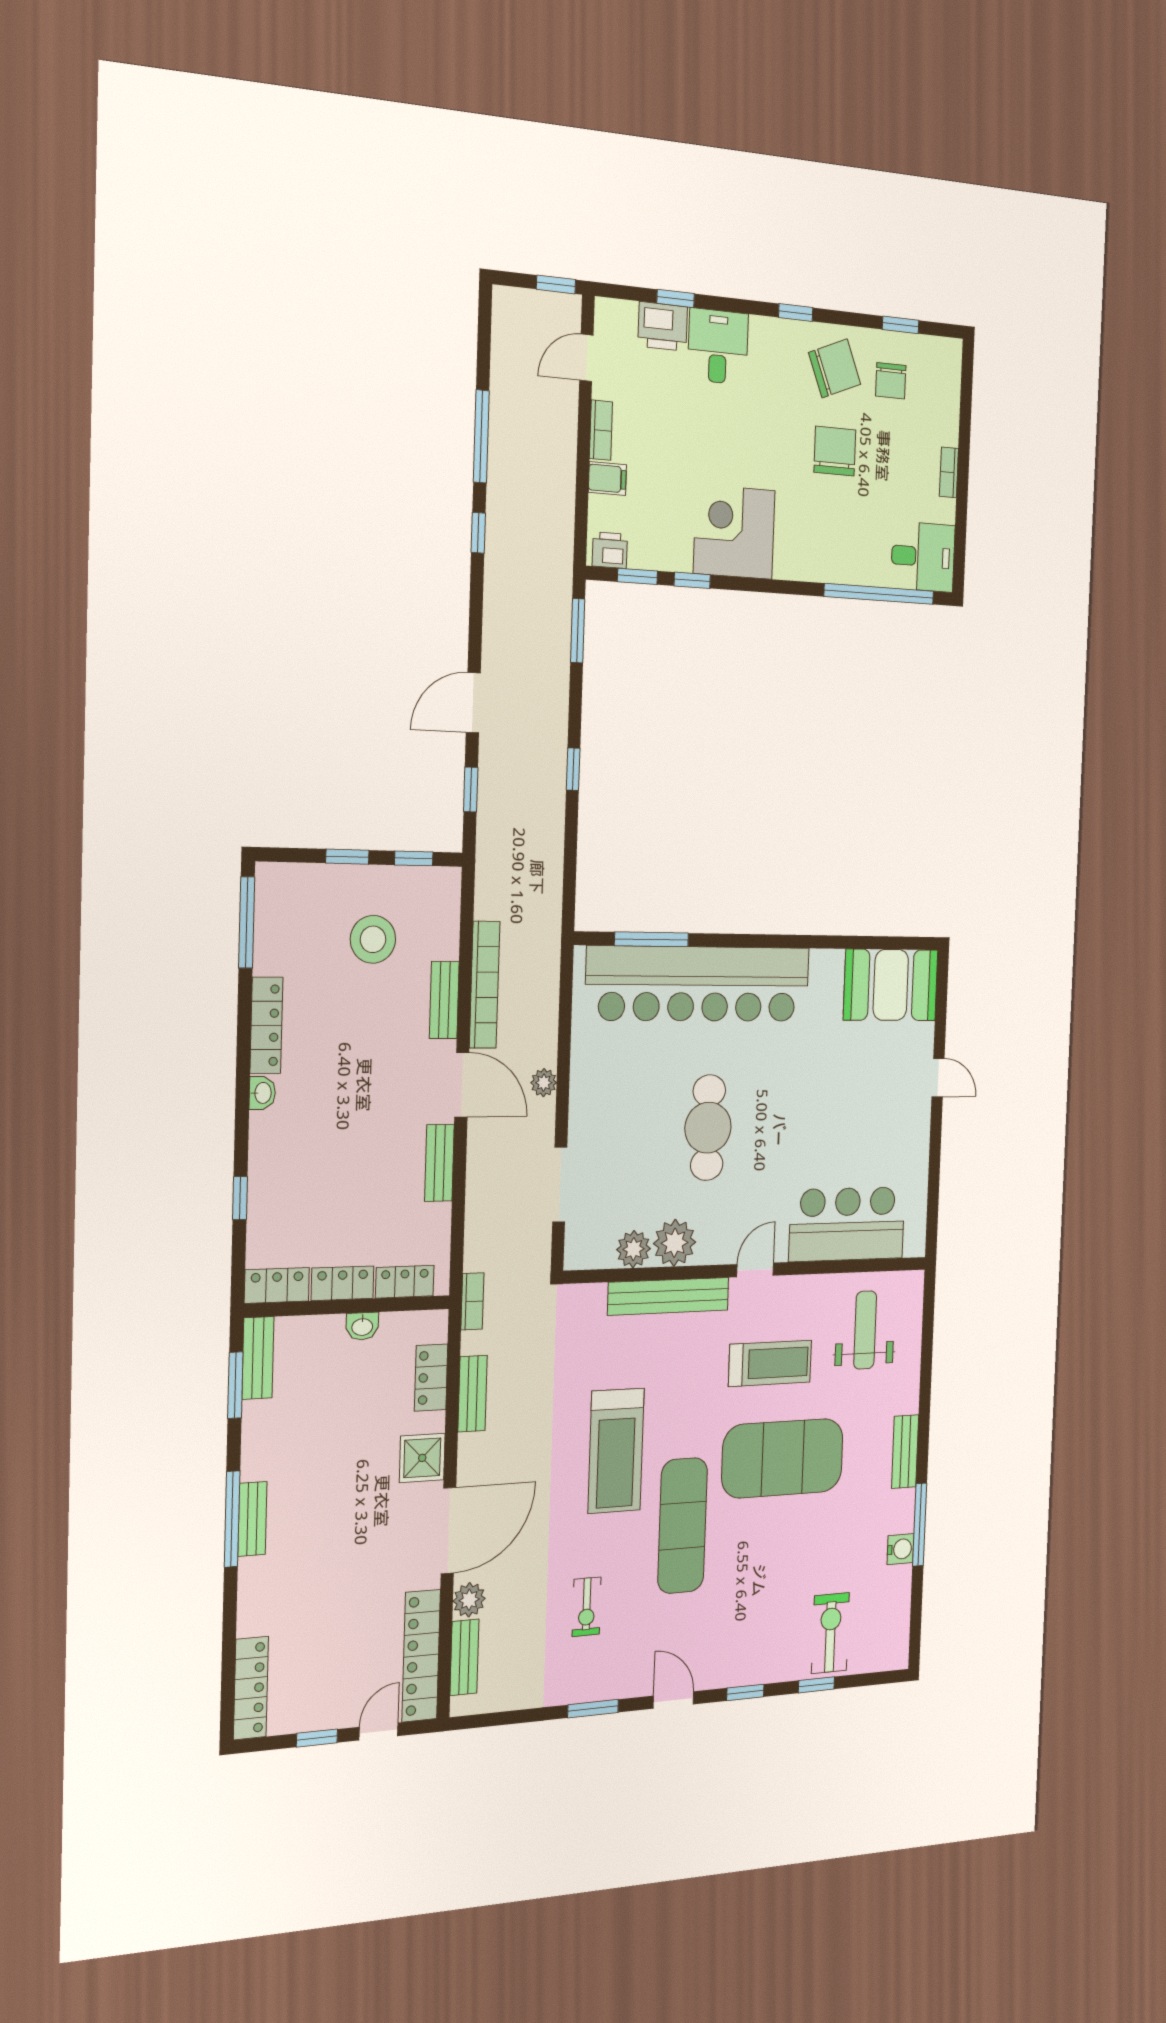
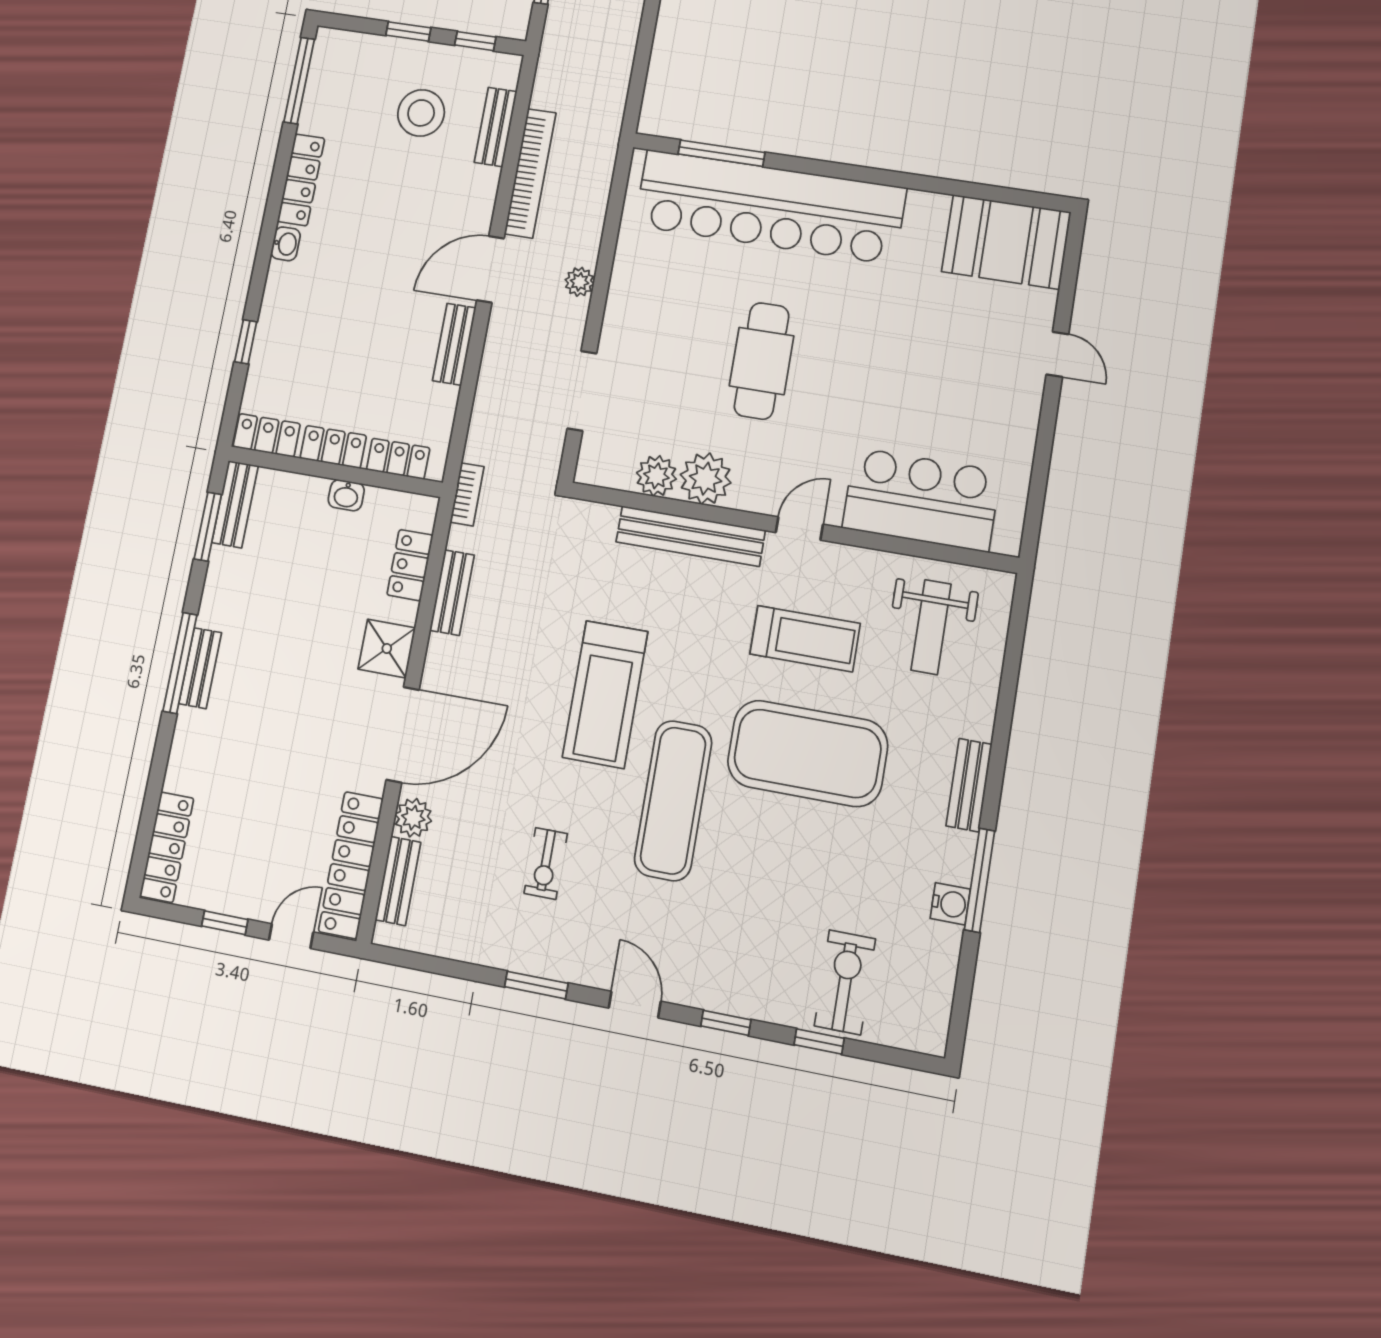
bench: (444, 1000) -> (496, 127), moved
door: (462, 1085) -> (490, 269), swing flipped
weight bench: (865, 1330) -> (931, 627), turned 180

